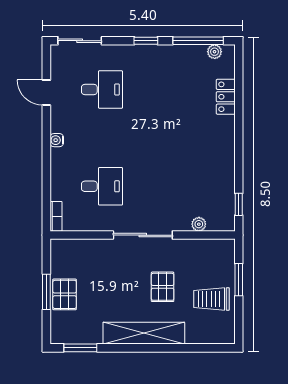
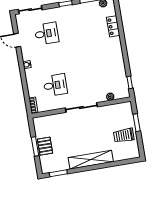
pallet: (163, 287) -> (97, 133), removed

